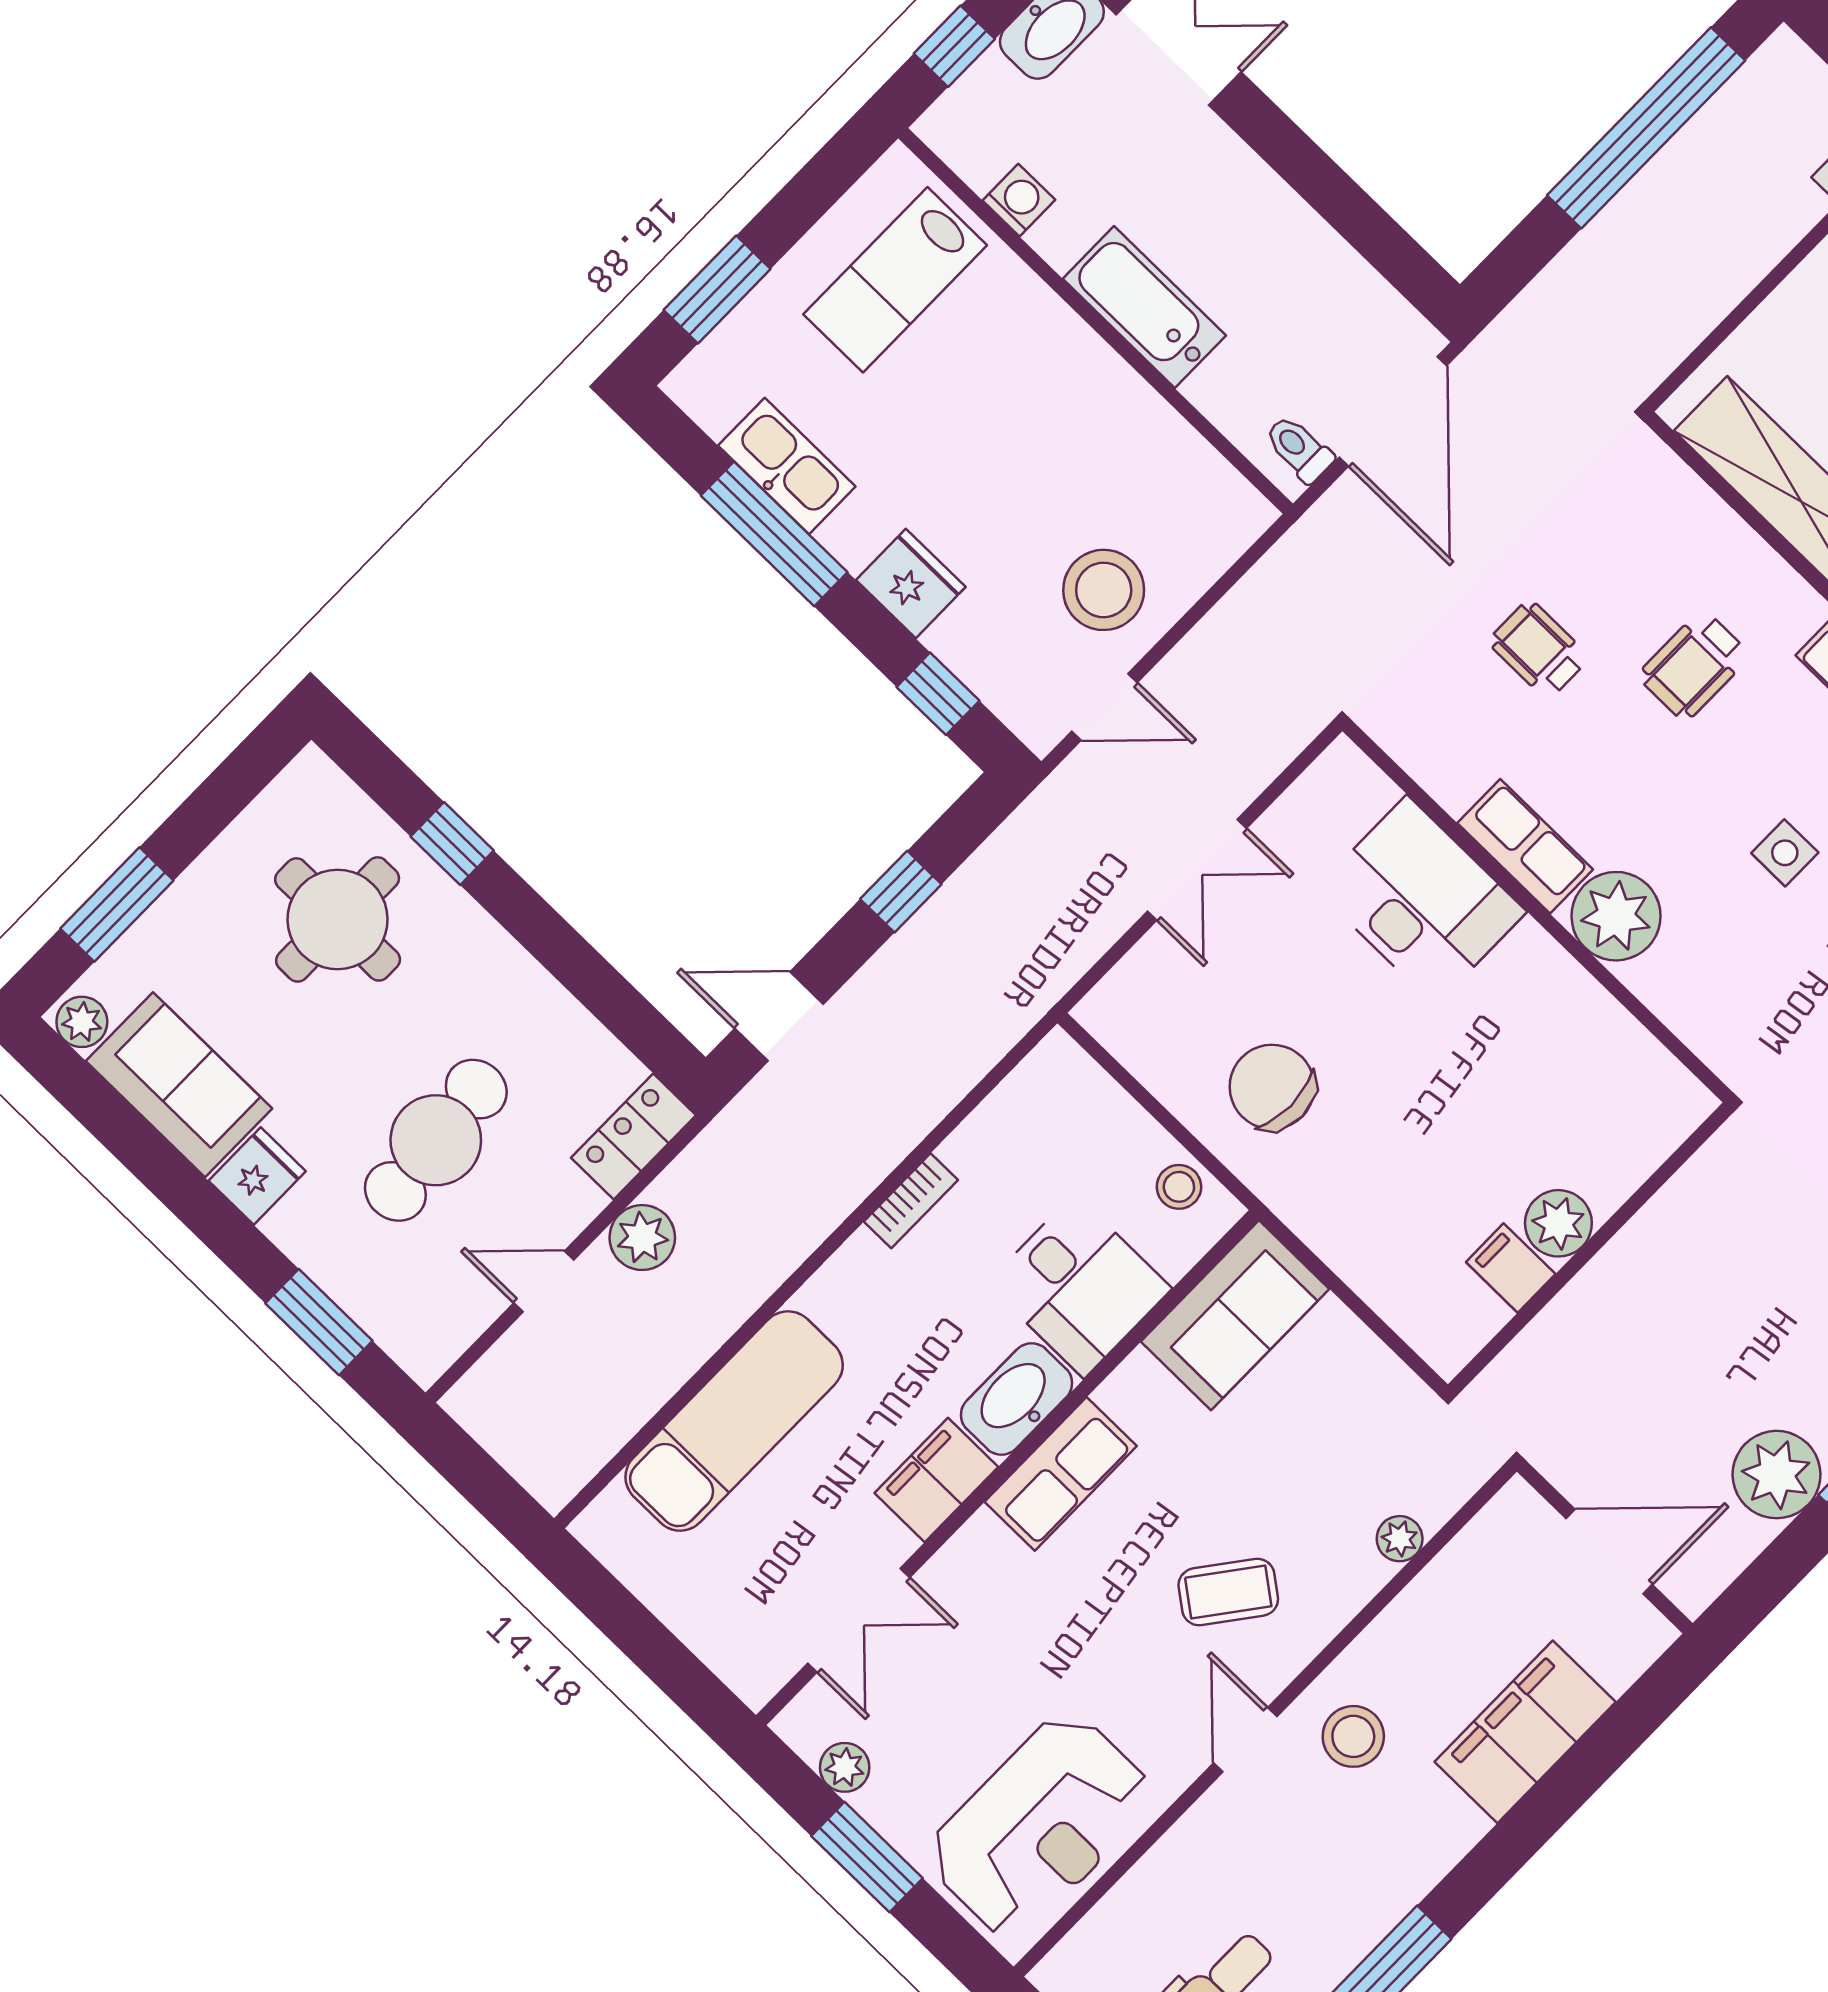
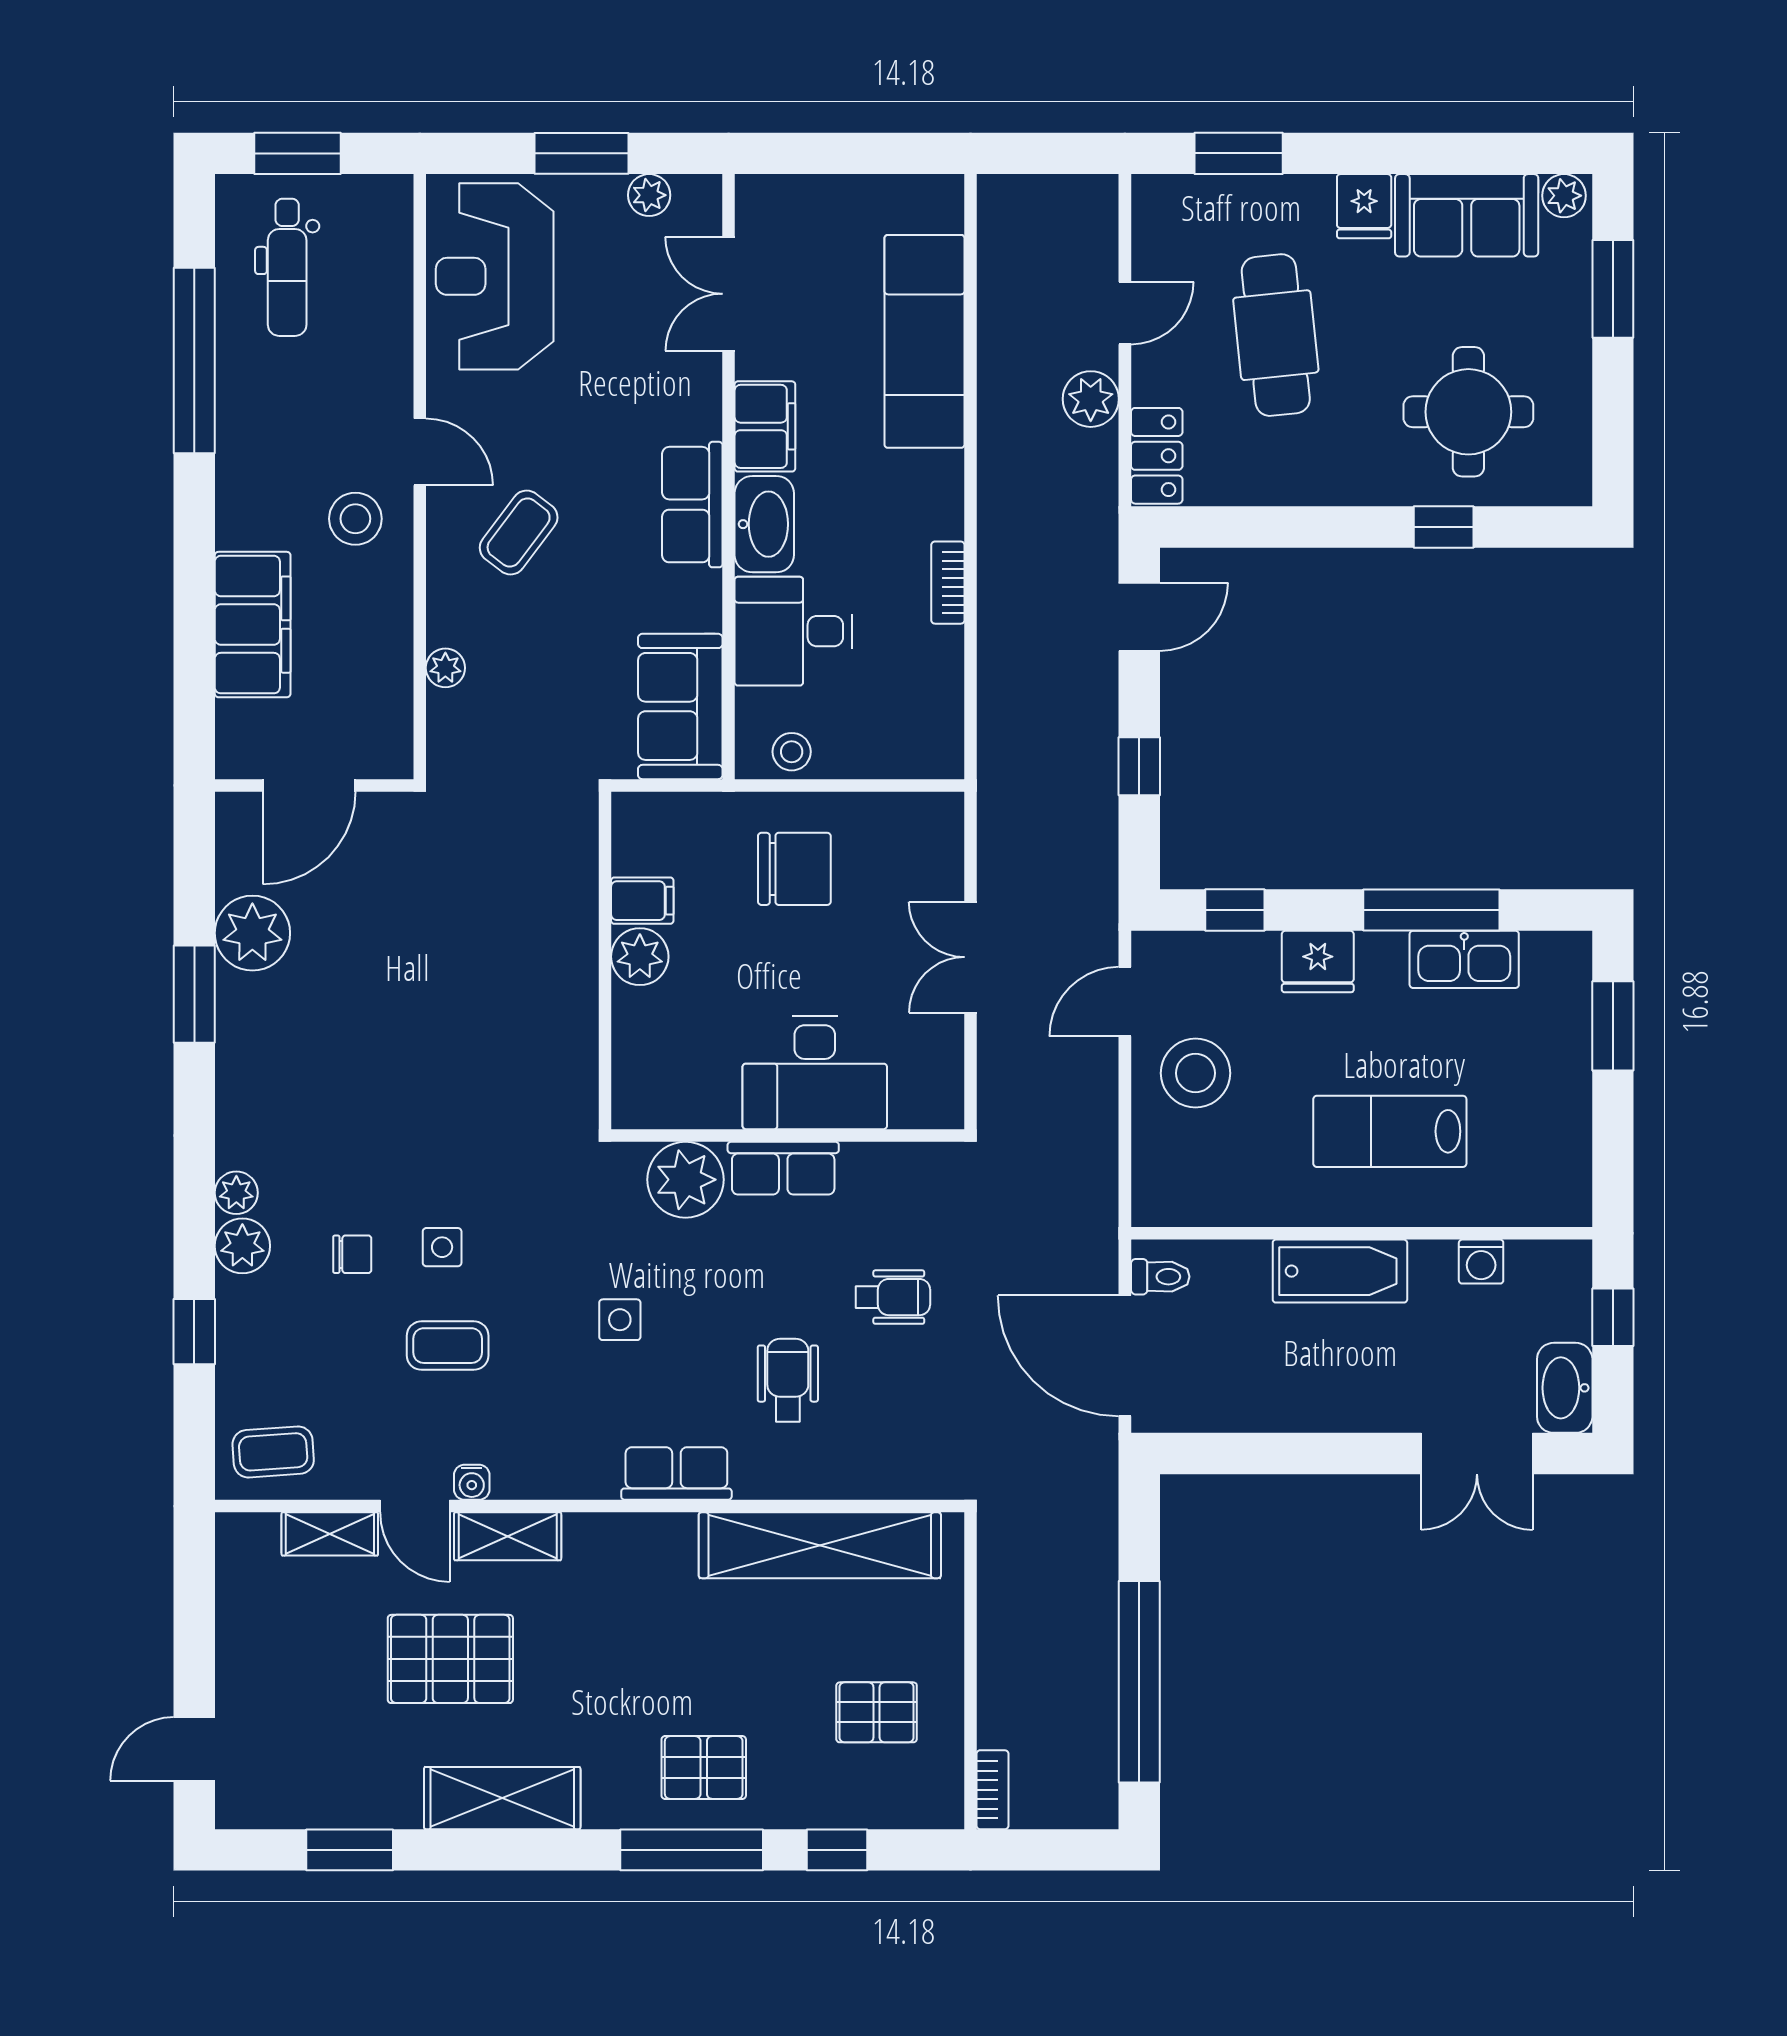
lab bench: (895, 280) -> (1390, 1131), moved, turned -90
plant: (1558, 1223) -> (640, 957), moved
wall: (1591, 1248) -> (605, 960), moved
filing cabinet: (1511, 1268) -> (642, 901), moved

